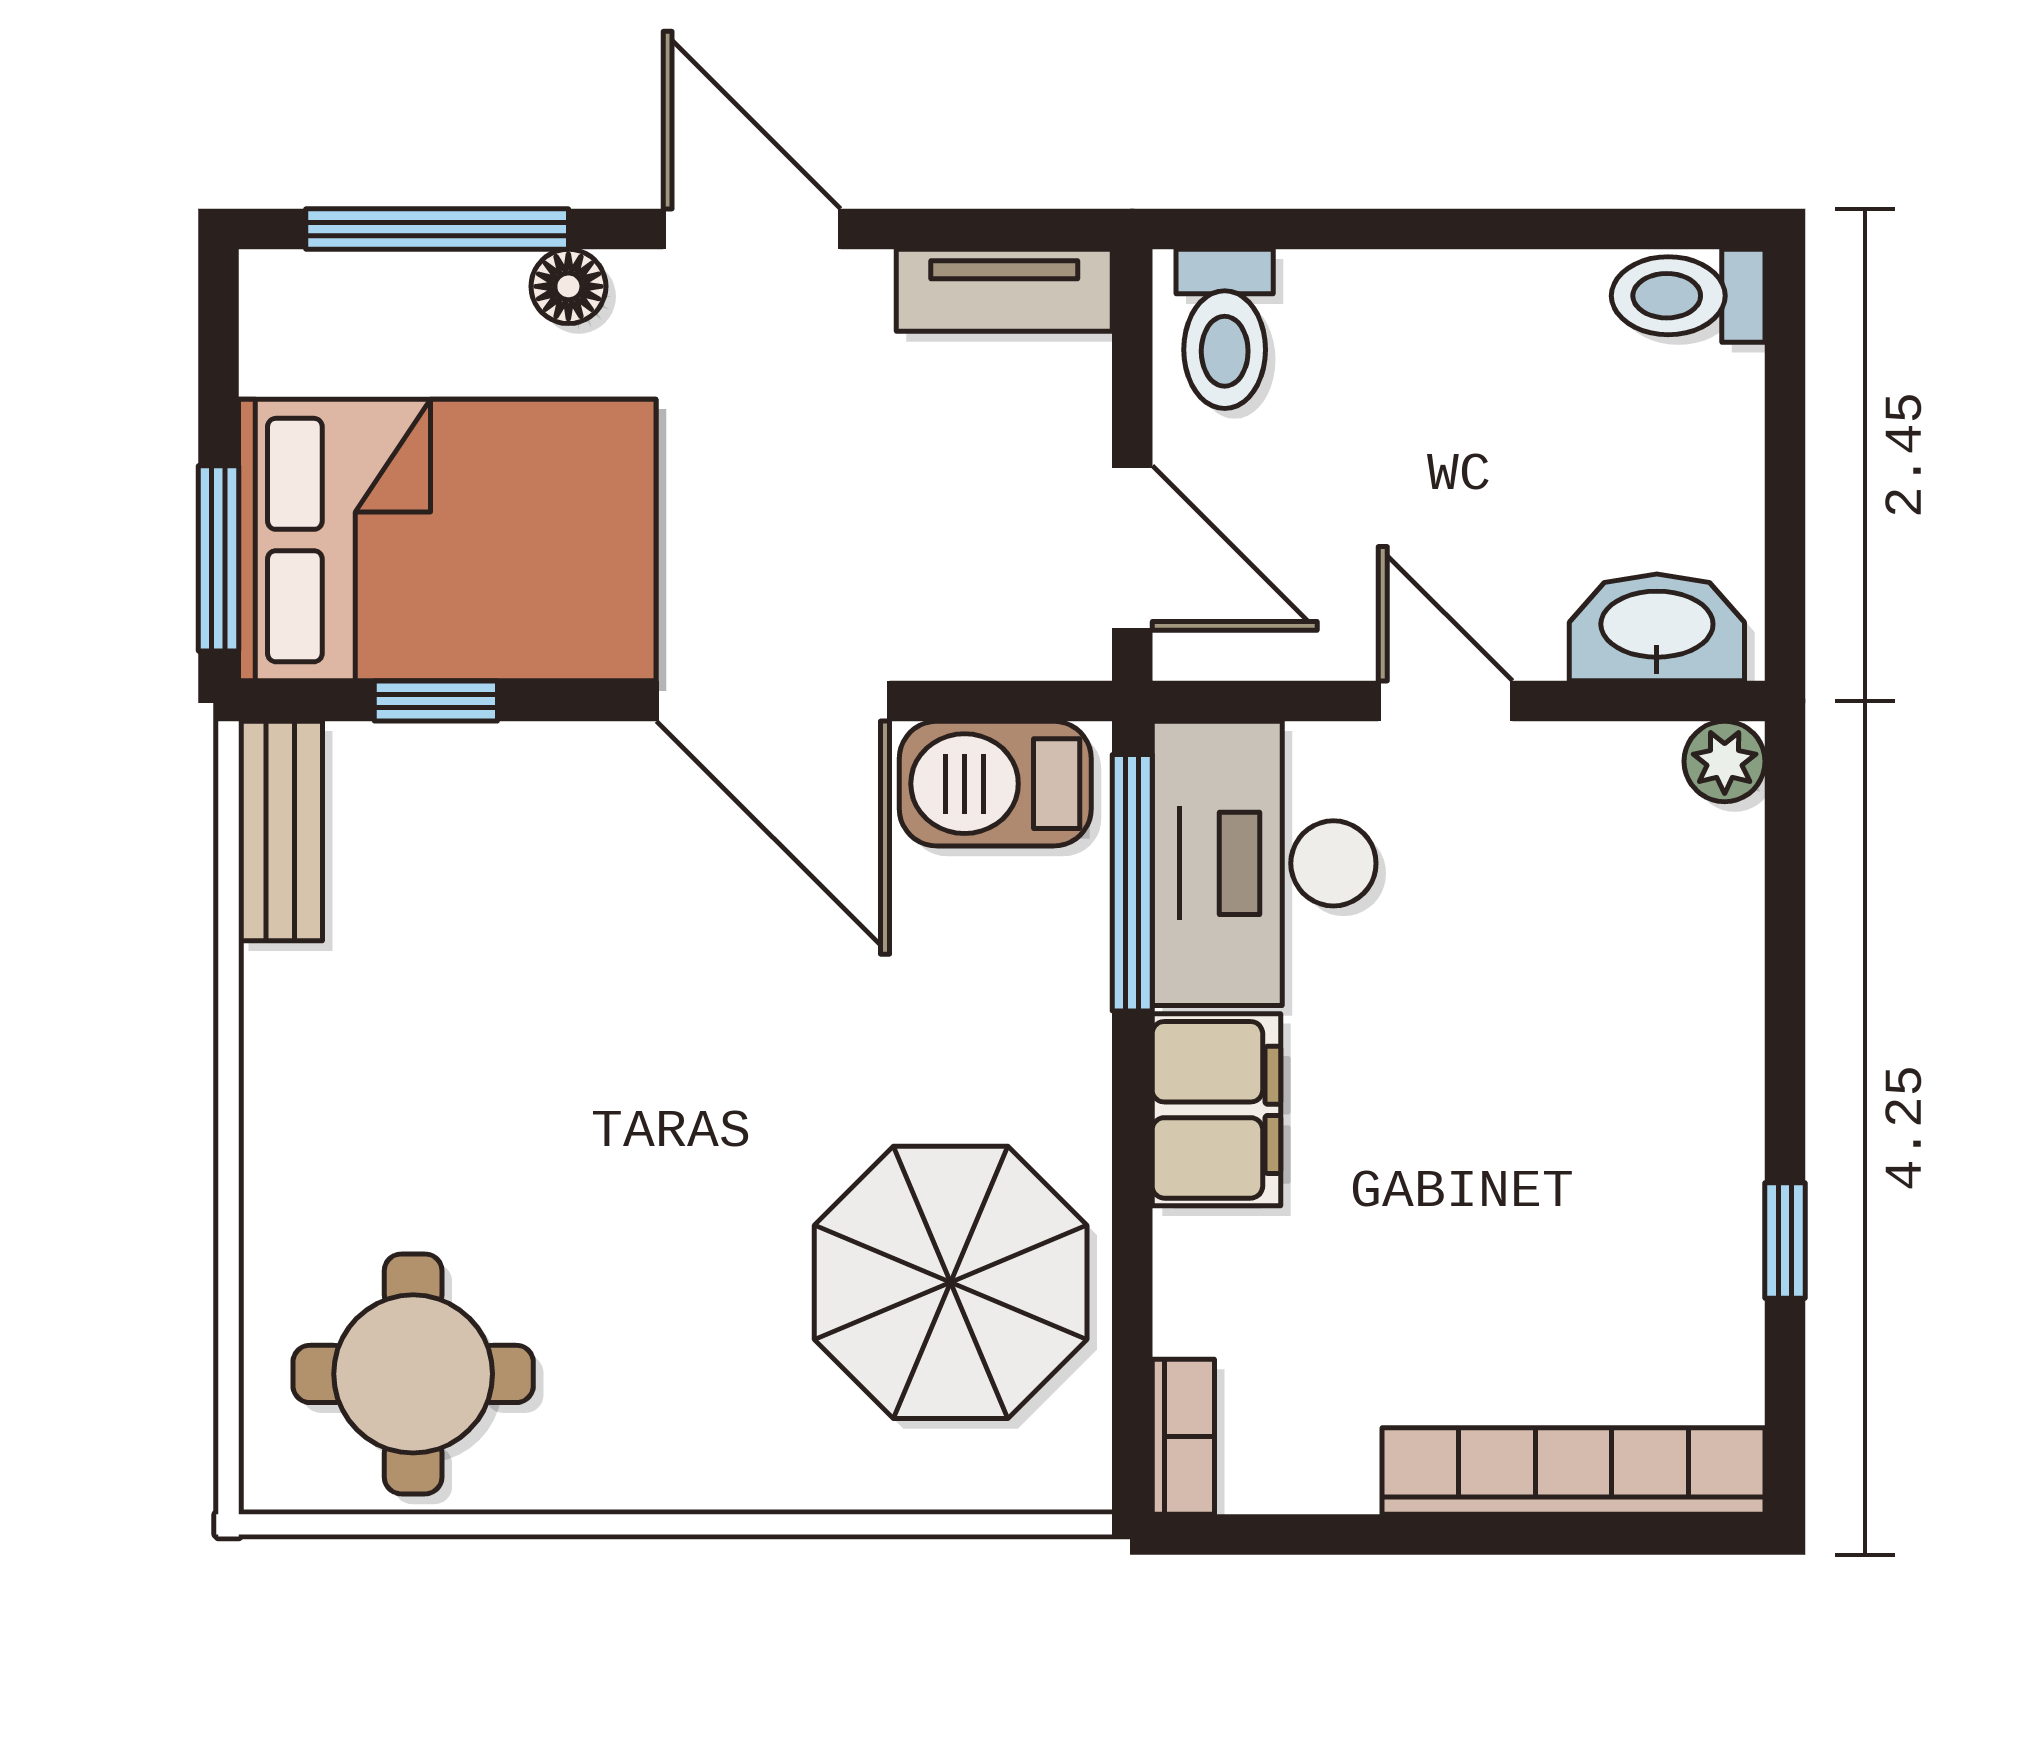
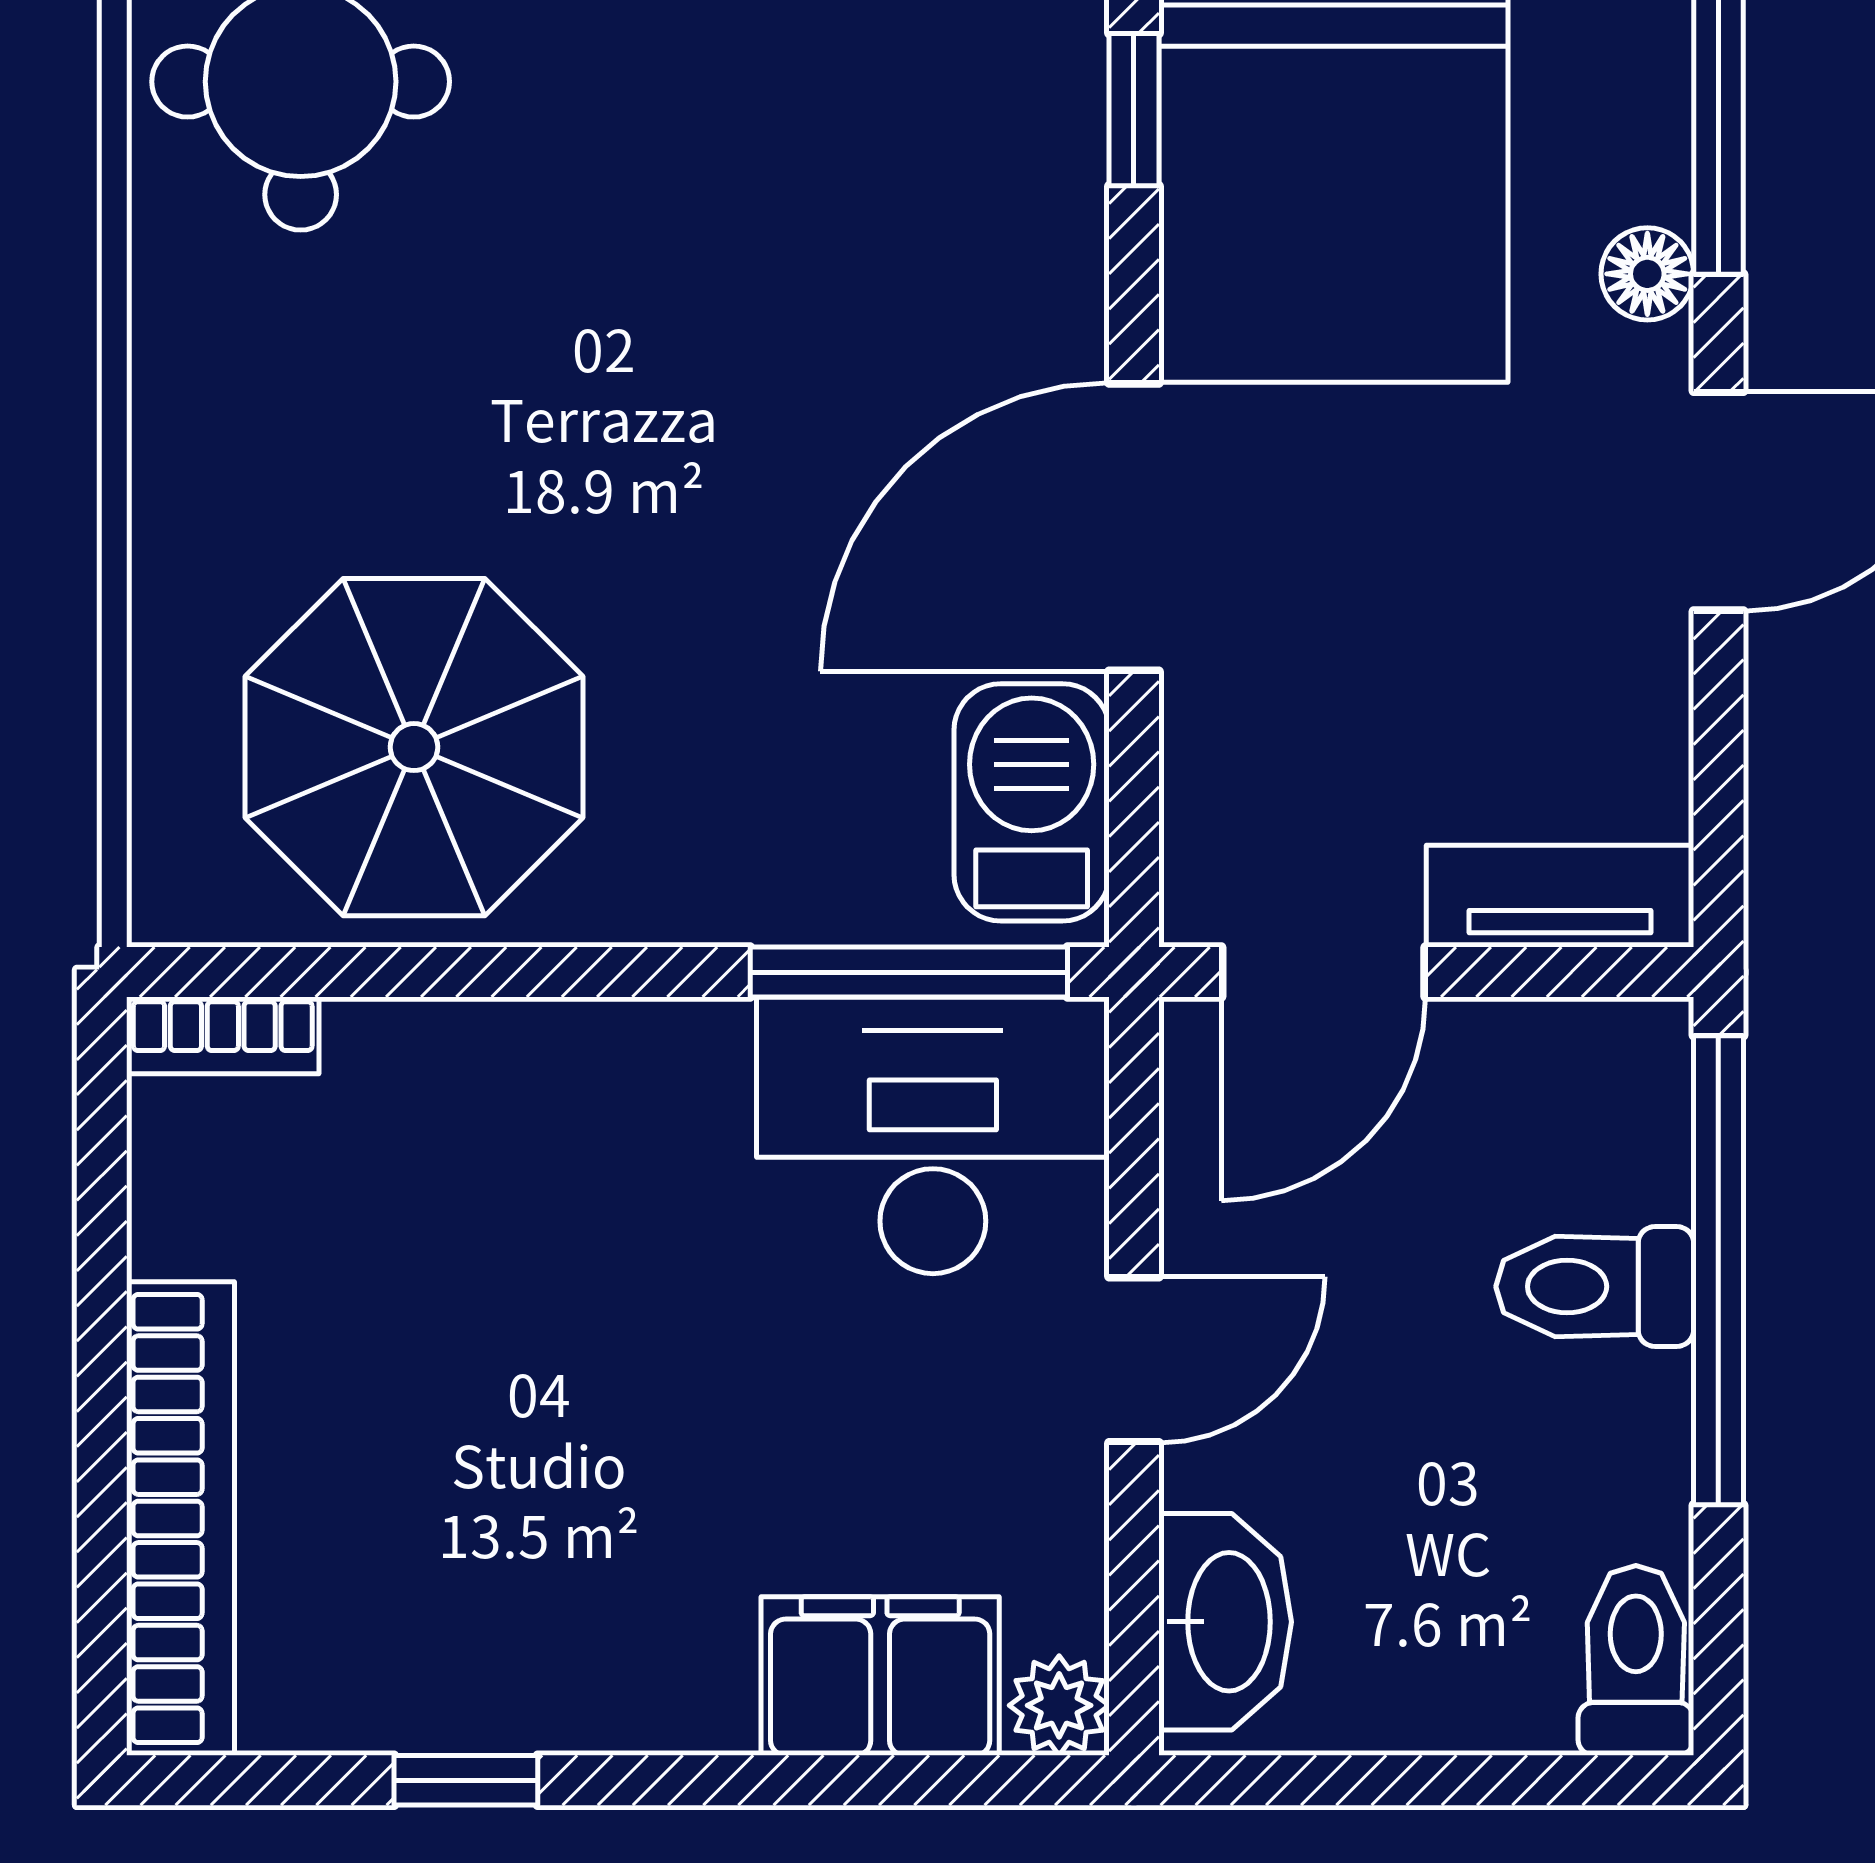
window: (1373, 229) -> (1718, 1270), added
tv unit: (1004, 290) -> (1560, 896), moved, turned 90
toilet: (1225, 329) -> (1595, 1287), moved
filing cabinet: (1216, 1110) -> (880, 1676), moved, turned 180

